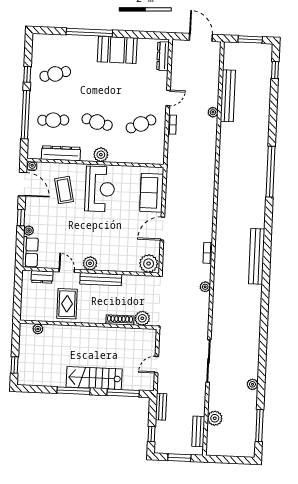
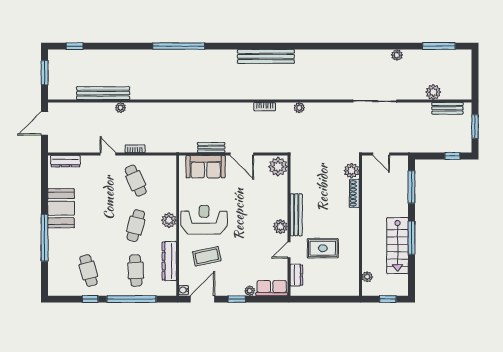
plant: (142, 318) -> (352, 171), moved
shoe rack: (120, 320) -> (354, 193), moved
wall: (88, 325) -> (360, 226), moved
plant: (38, 329) -> (367, 277), moved
stairs: (94, 378) -> (398, 246), moved
bench: (161, 407) -> (211, 148), moved

